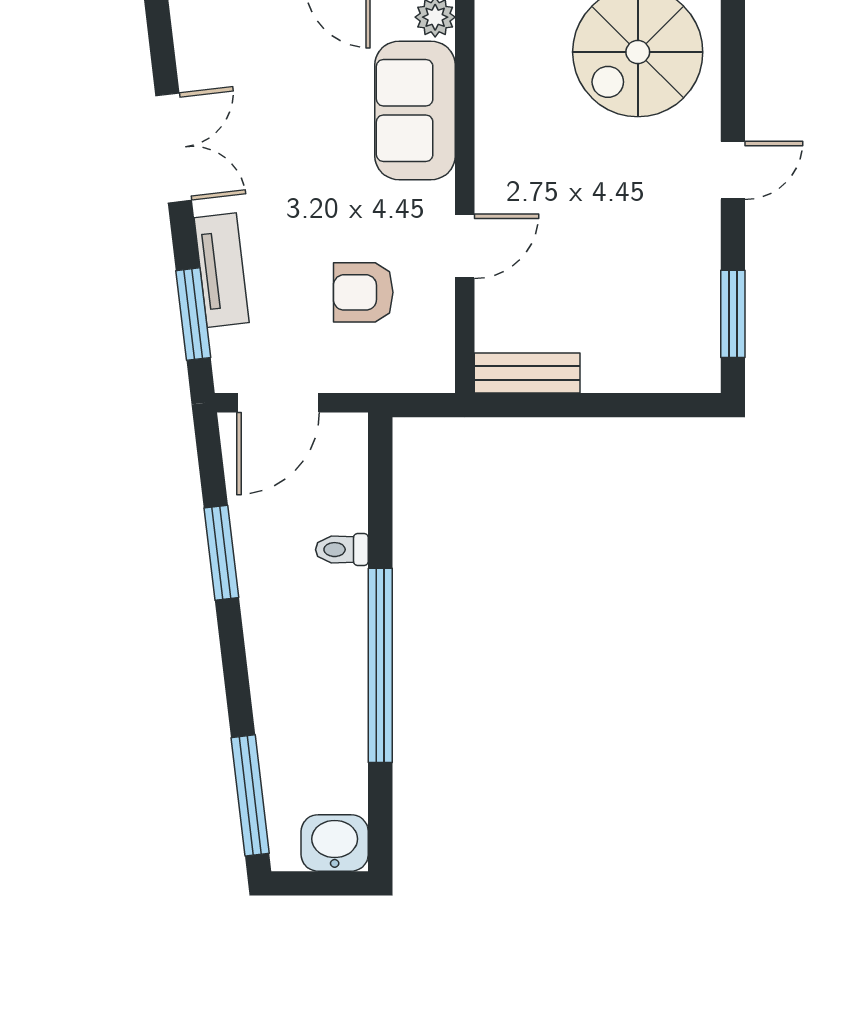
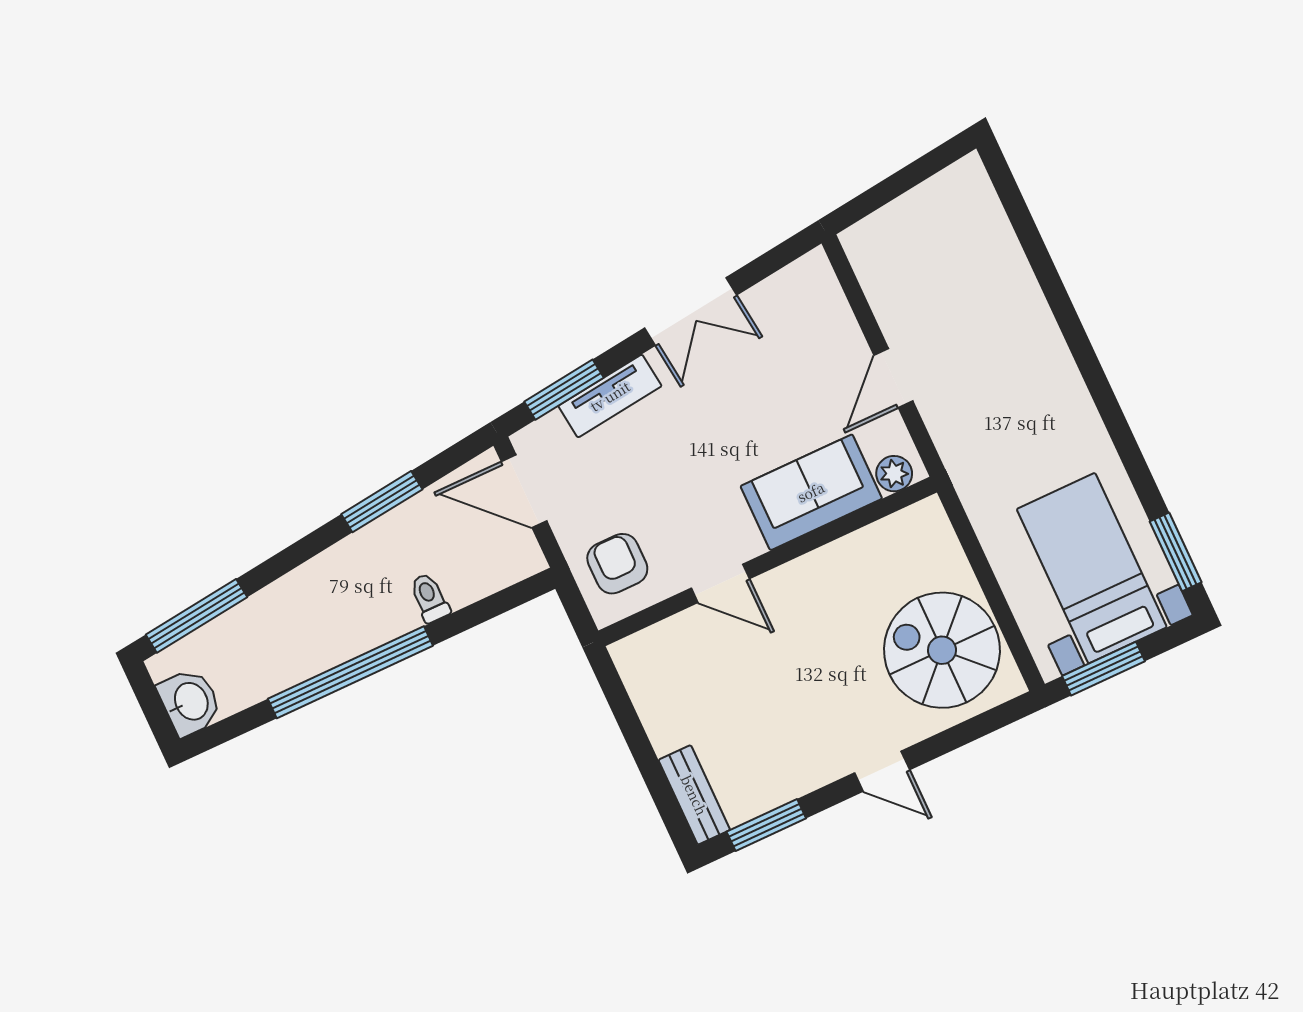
armchair: (363, 292) -> (617, 564), moved
bench: (527, 373) -> (694, 795), moved

